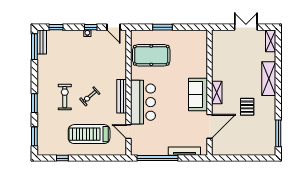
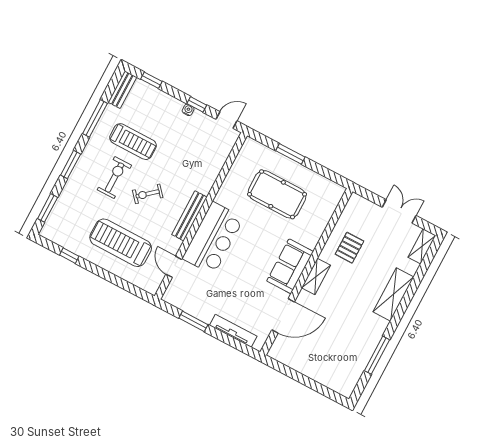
door: (114, 27) -> (226, 120), swing flipped
window: (34, 47) -> (95, 118), moved
pool table: (151, 55) -> (277, 194), moved
treadmill: (64, 70) -> (133, 142), added
pallet: (247, 107) -> (349, 248), moved
window: (278, 133) -> (377, 355), moved
window: (158, 158) -> (193, 321), width x0.47

